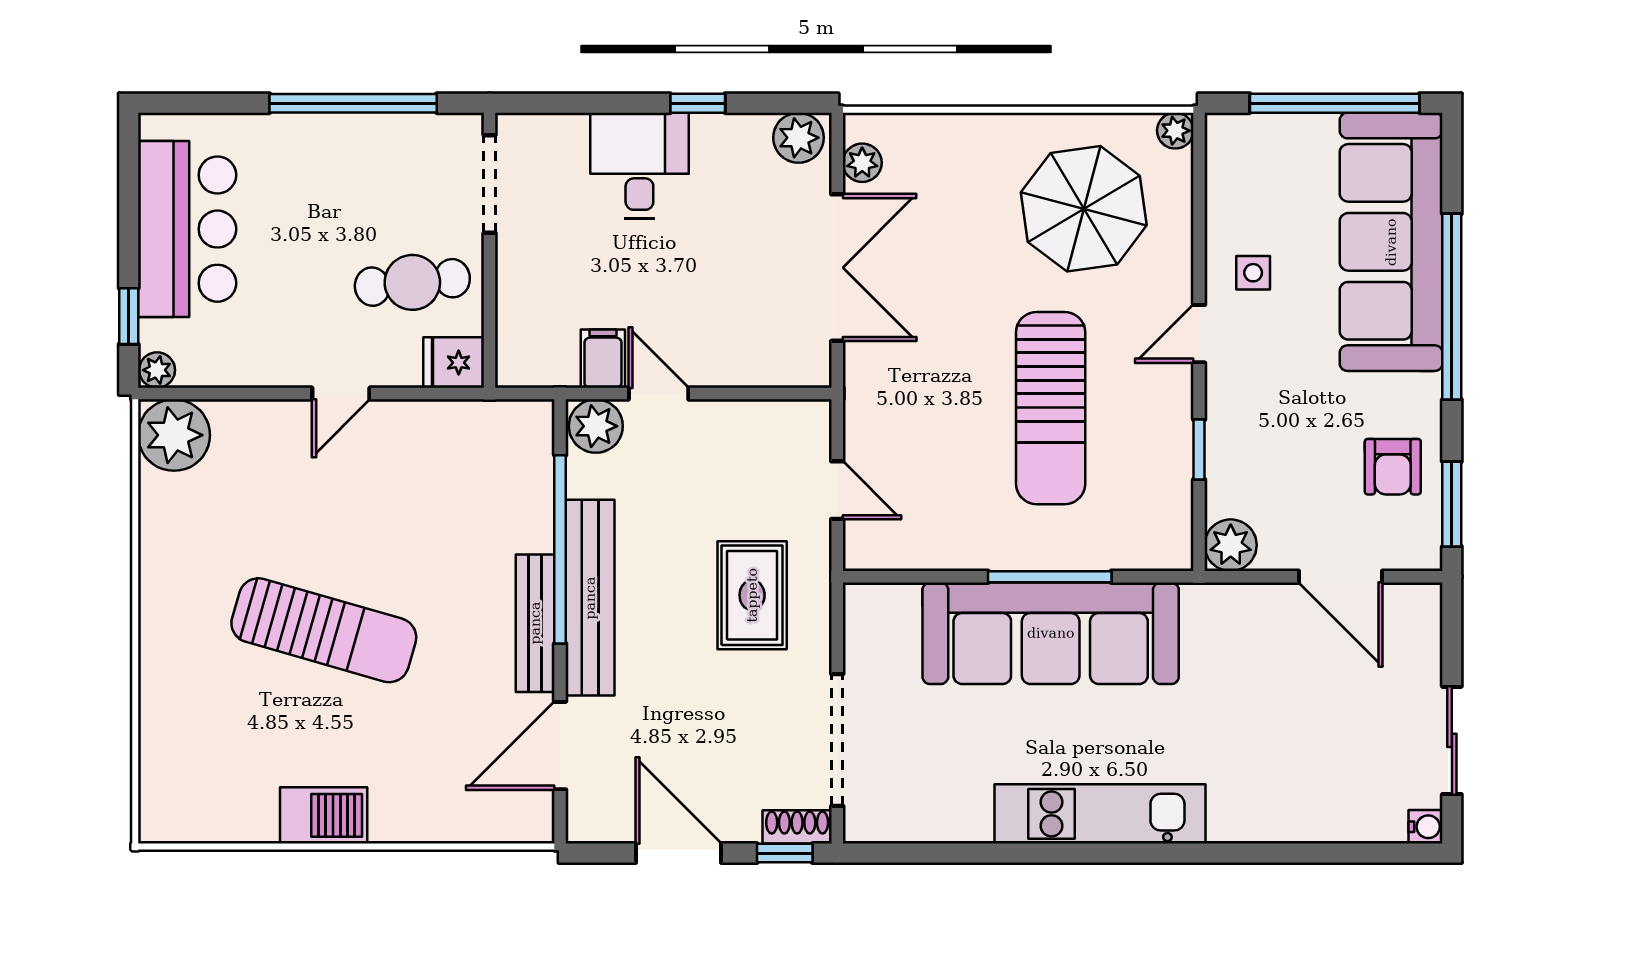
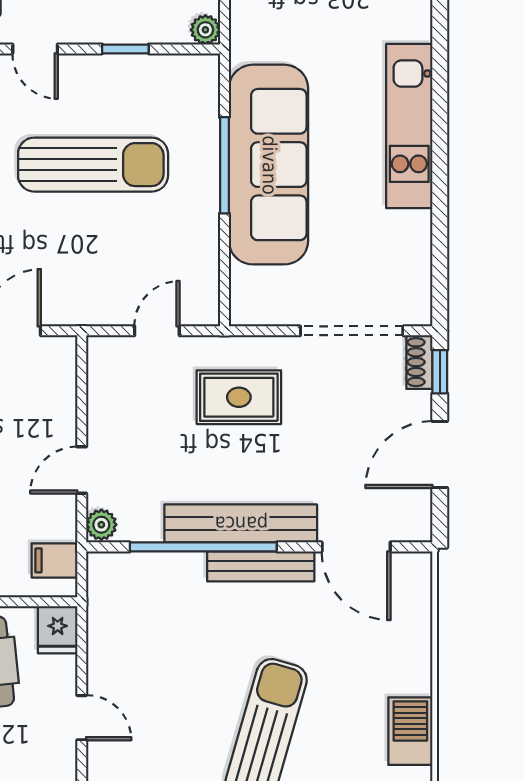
filing cabinet: (603, 359) -> (54, 560), moved
plant: (596, 426) -> (101, 525), width x0.73, depth x0.73
plant: (1231, 545) -> (205, 30), width x0.73, depth x0.73

